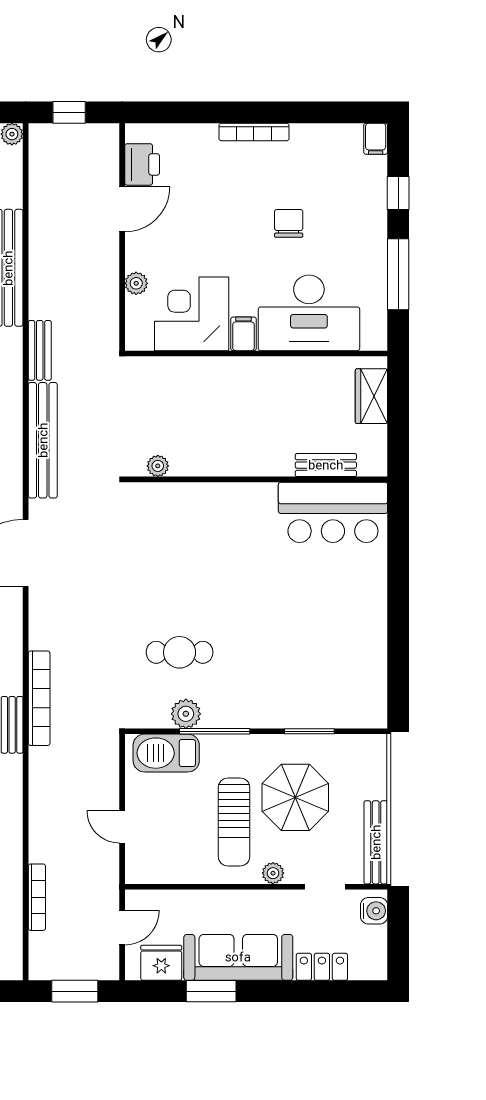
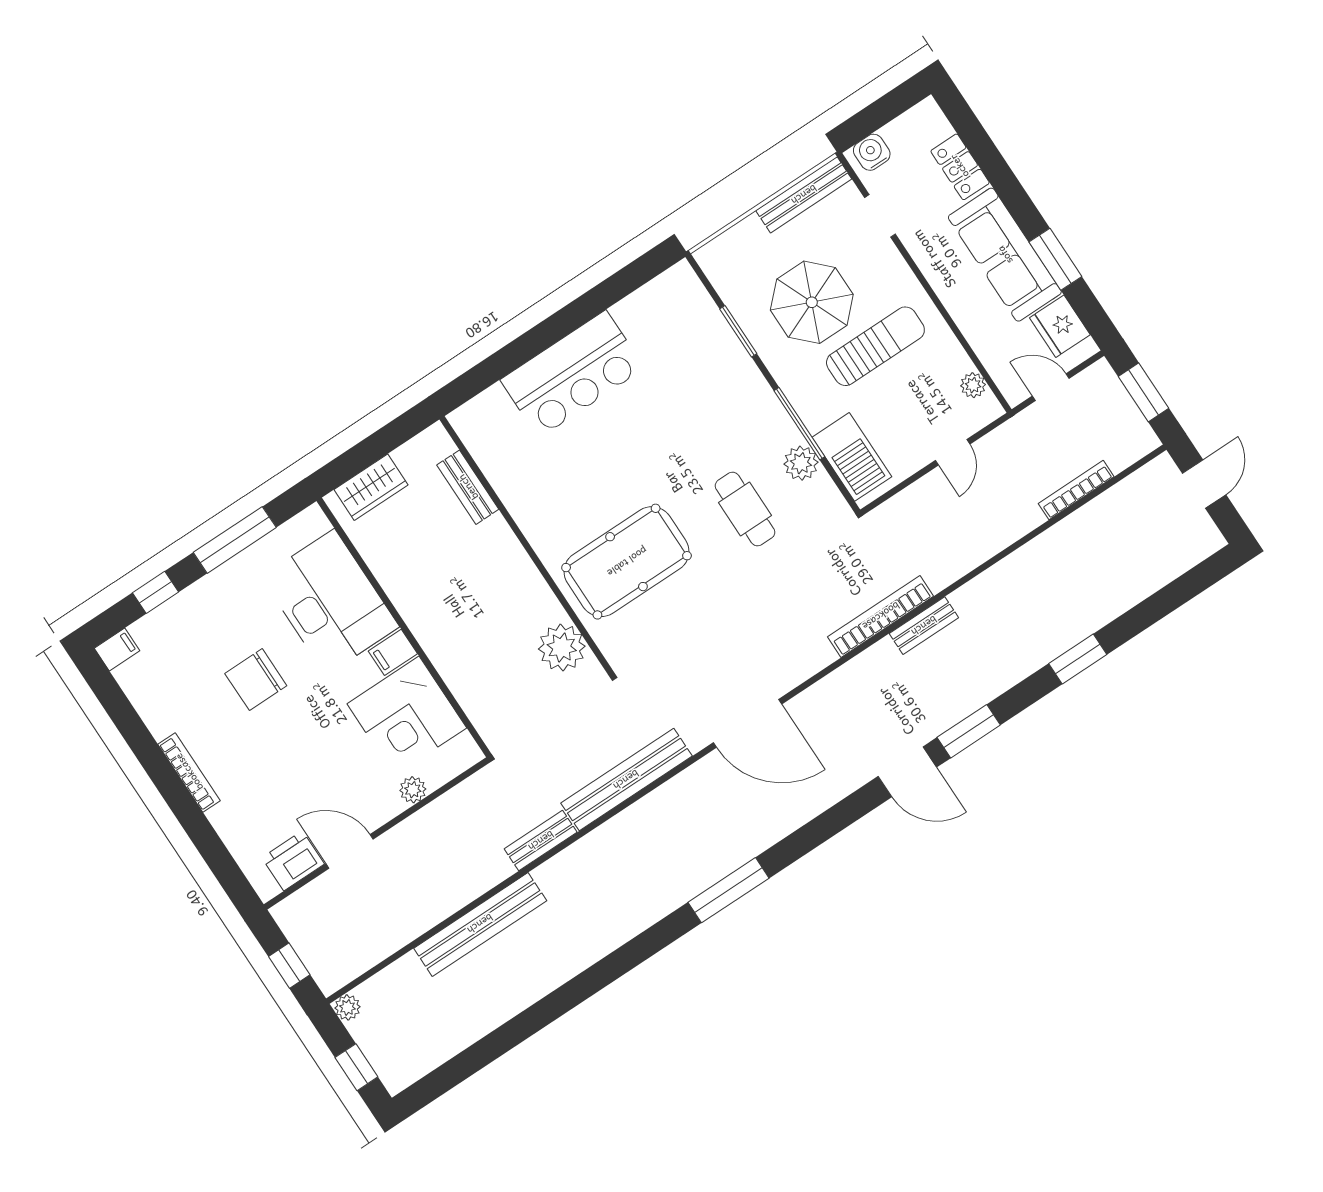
chair: (289, 223) -> (256, 680), width x1.37, depth x1.37
plant: (158, 466) -> (562, 648), width x1.88, depth x1.88
bar counter: (333, 512) -> (572, 374), moved, turned 90
pool table: (198, 543) -> (627, 562), added
plant: (273, 873) -> (973, 385), moved

